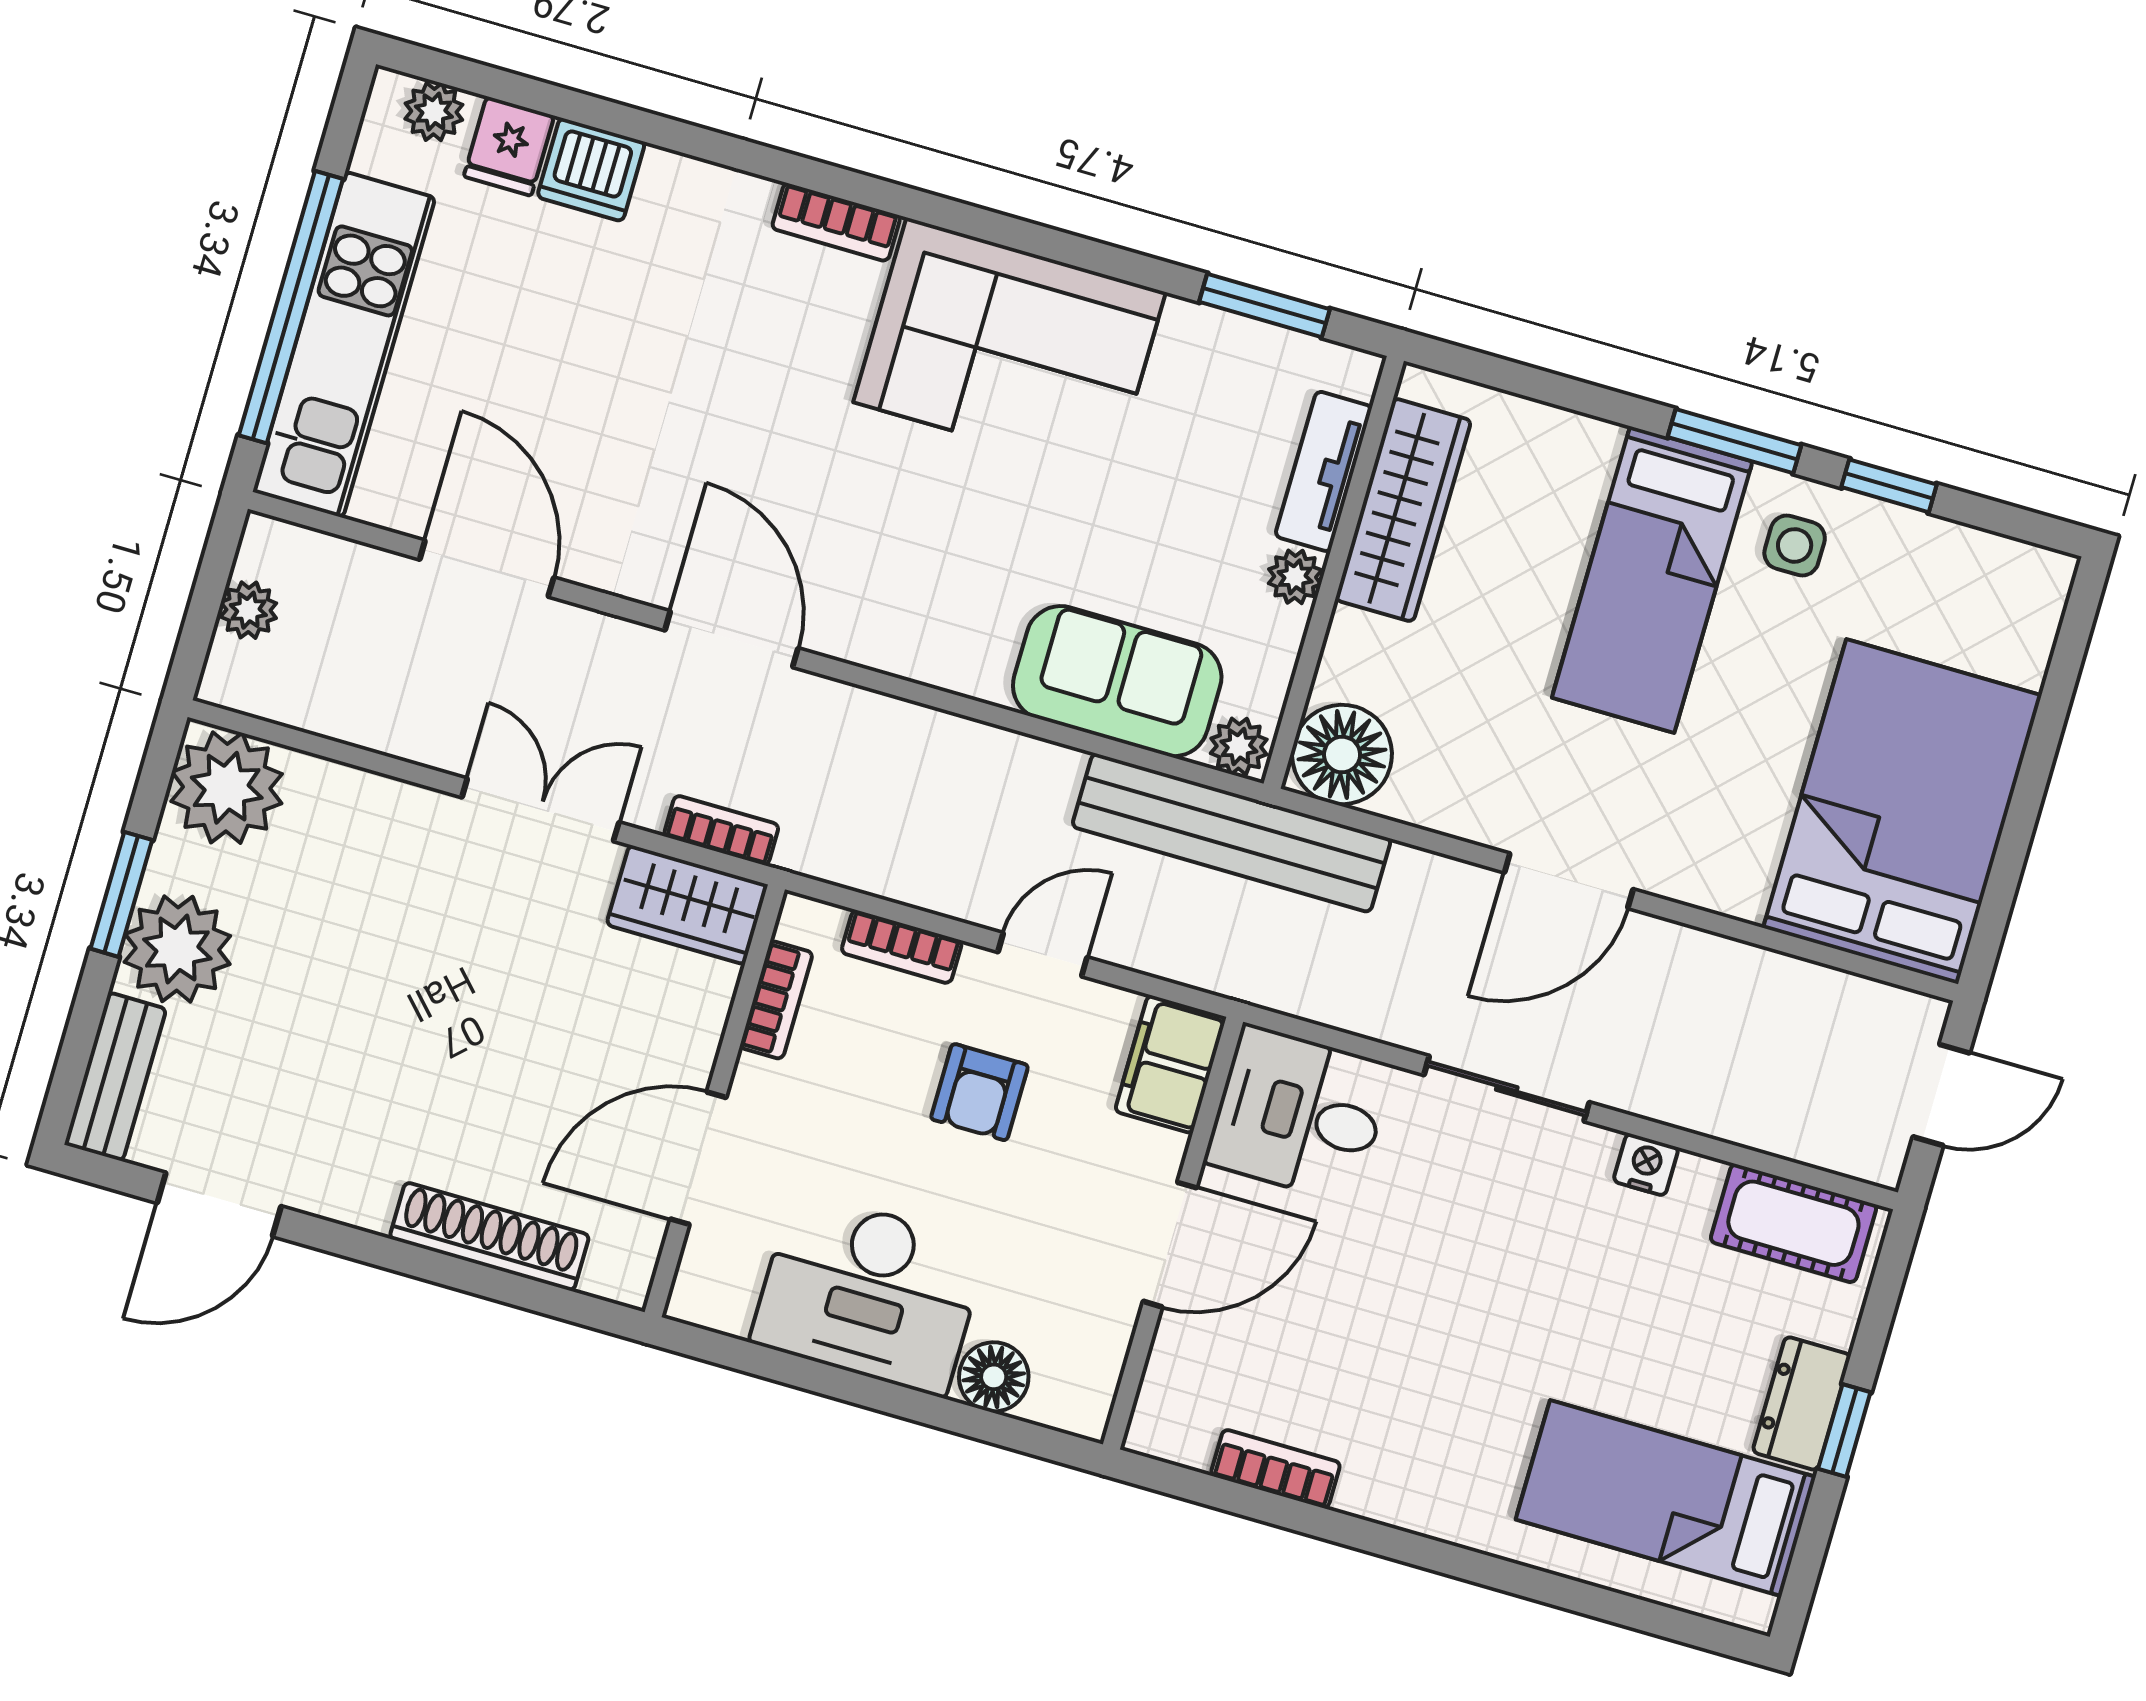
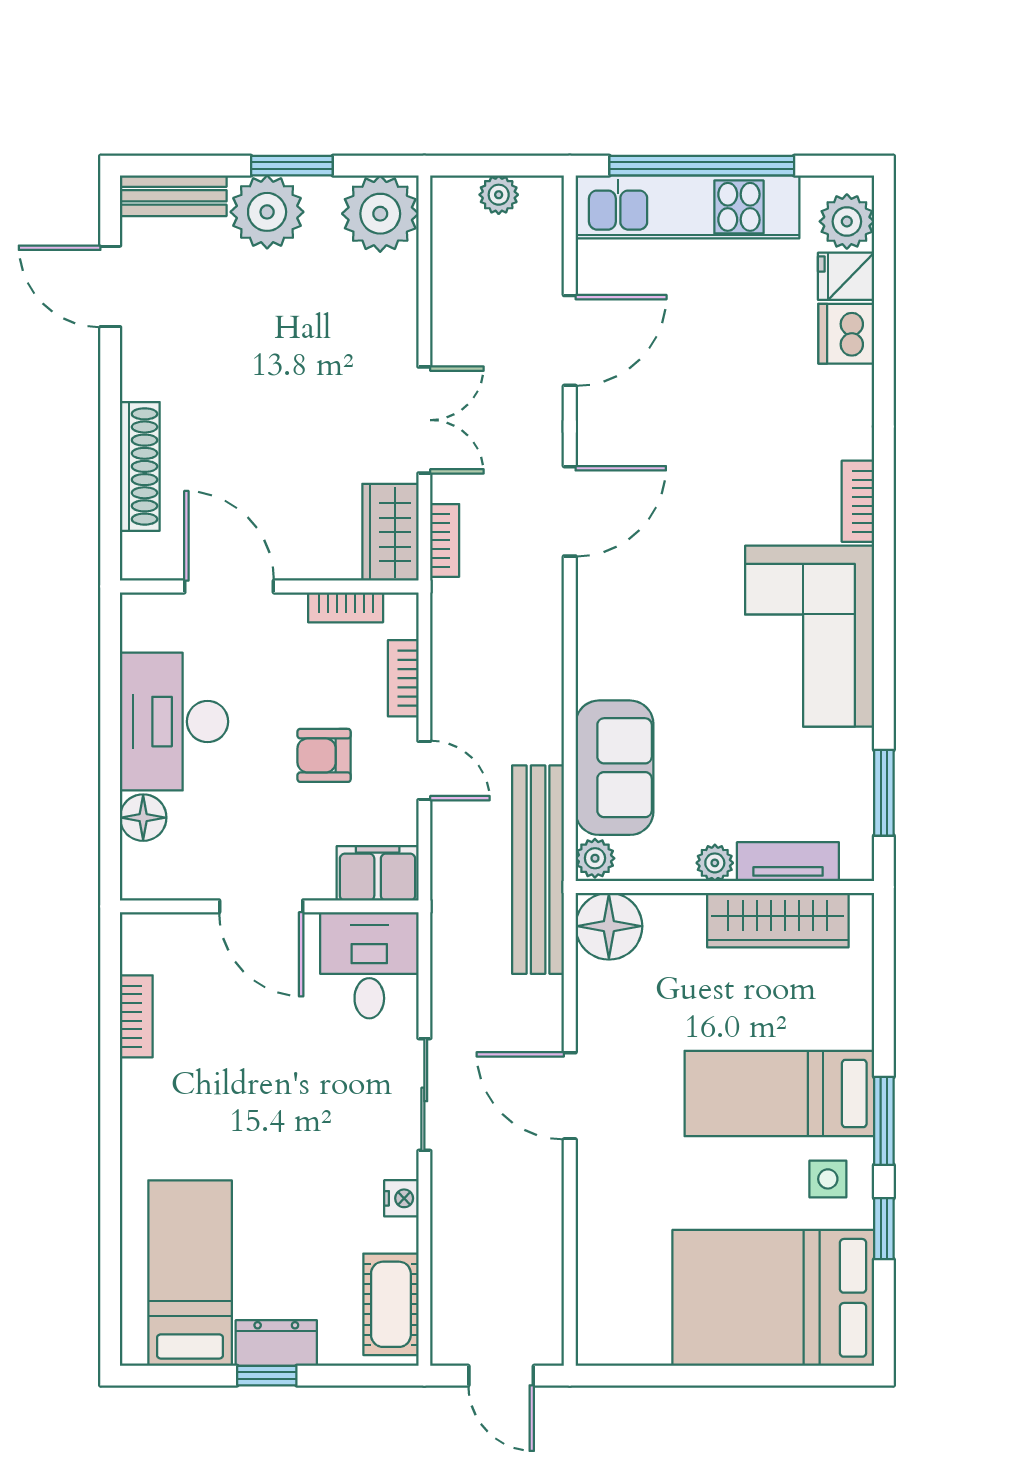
plant: (434, 112) -> (847, 221), width x1.38, depth x1.38
bed: (1902, 812) -> (773, 1298), moved, turned 180

